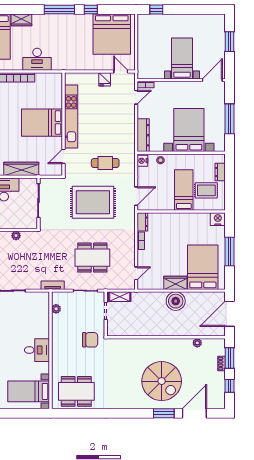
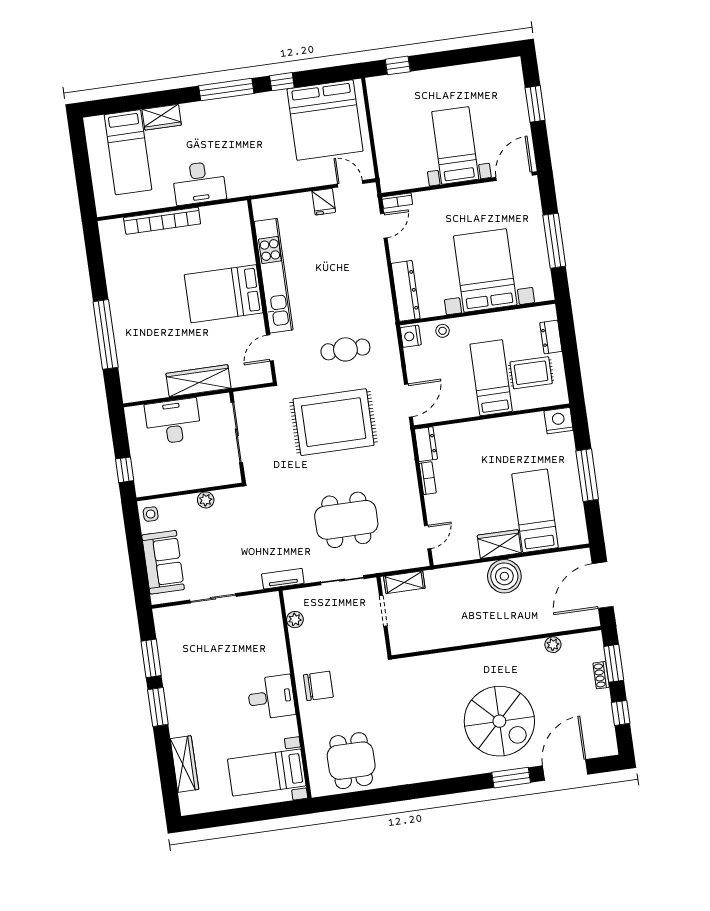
bed: (203, 267) -> (535, 511), width x0.67
chair: (90, 340) -> (318, 686), moved
dining table: (76, 391) -> (351, 761), width x0.73

